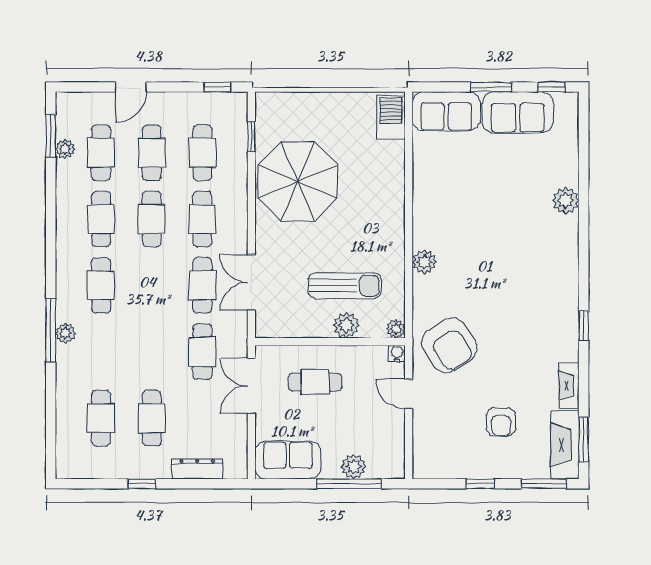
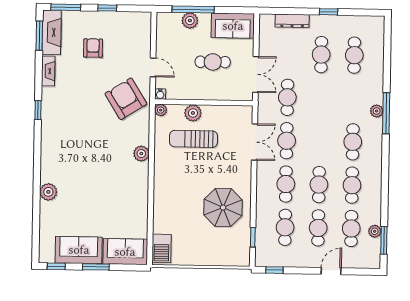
parasol: (298, 181) -> (223, 208), width x0.73, depth x0.73
cafe table: (315, 382) -> (213, 62), moved

